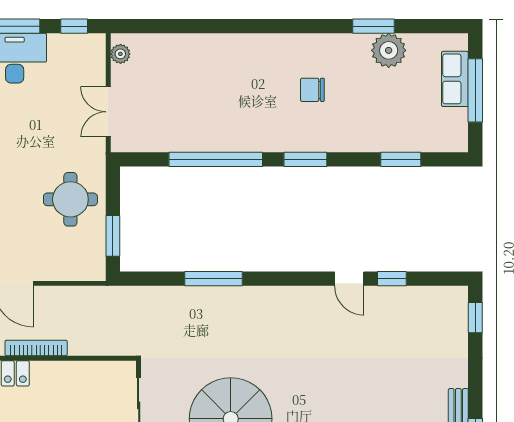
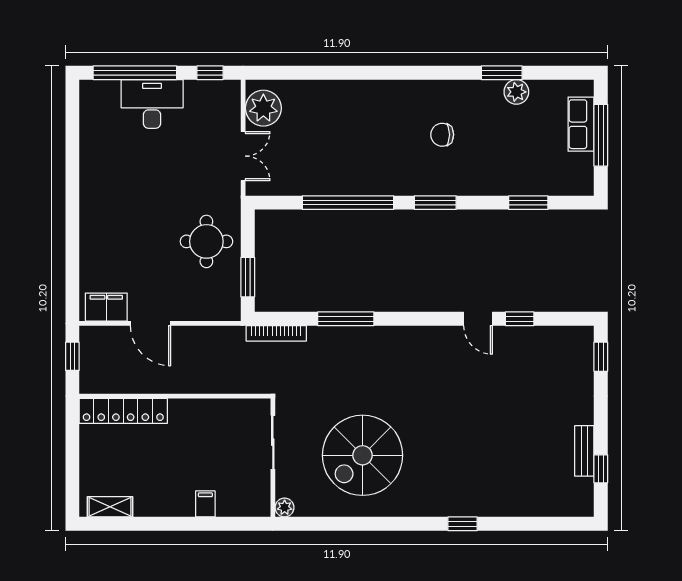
plant: (389, 50) -> (516, 92), width x0.73, depth x0.73
plant: (120, 54) -> (263, 108), width x1.87, depth x1.87
double door: (108, 112) -> (243, 156), swing flipped
bookcase: (36, 348) -> (276, 333), moved, turned 180

